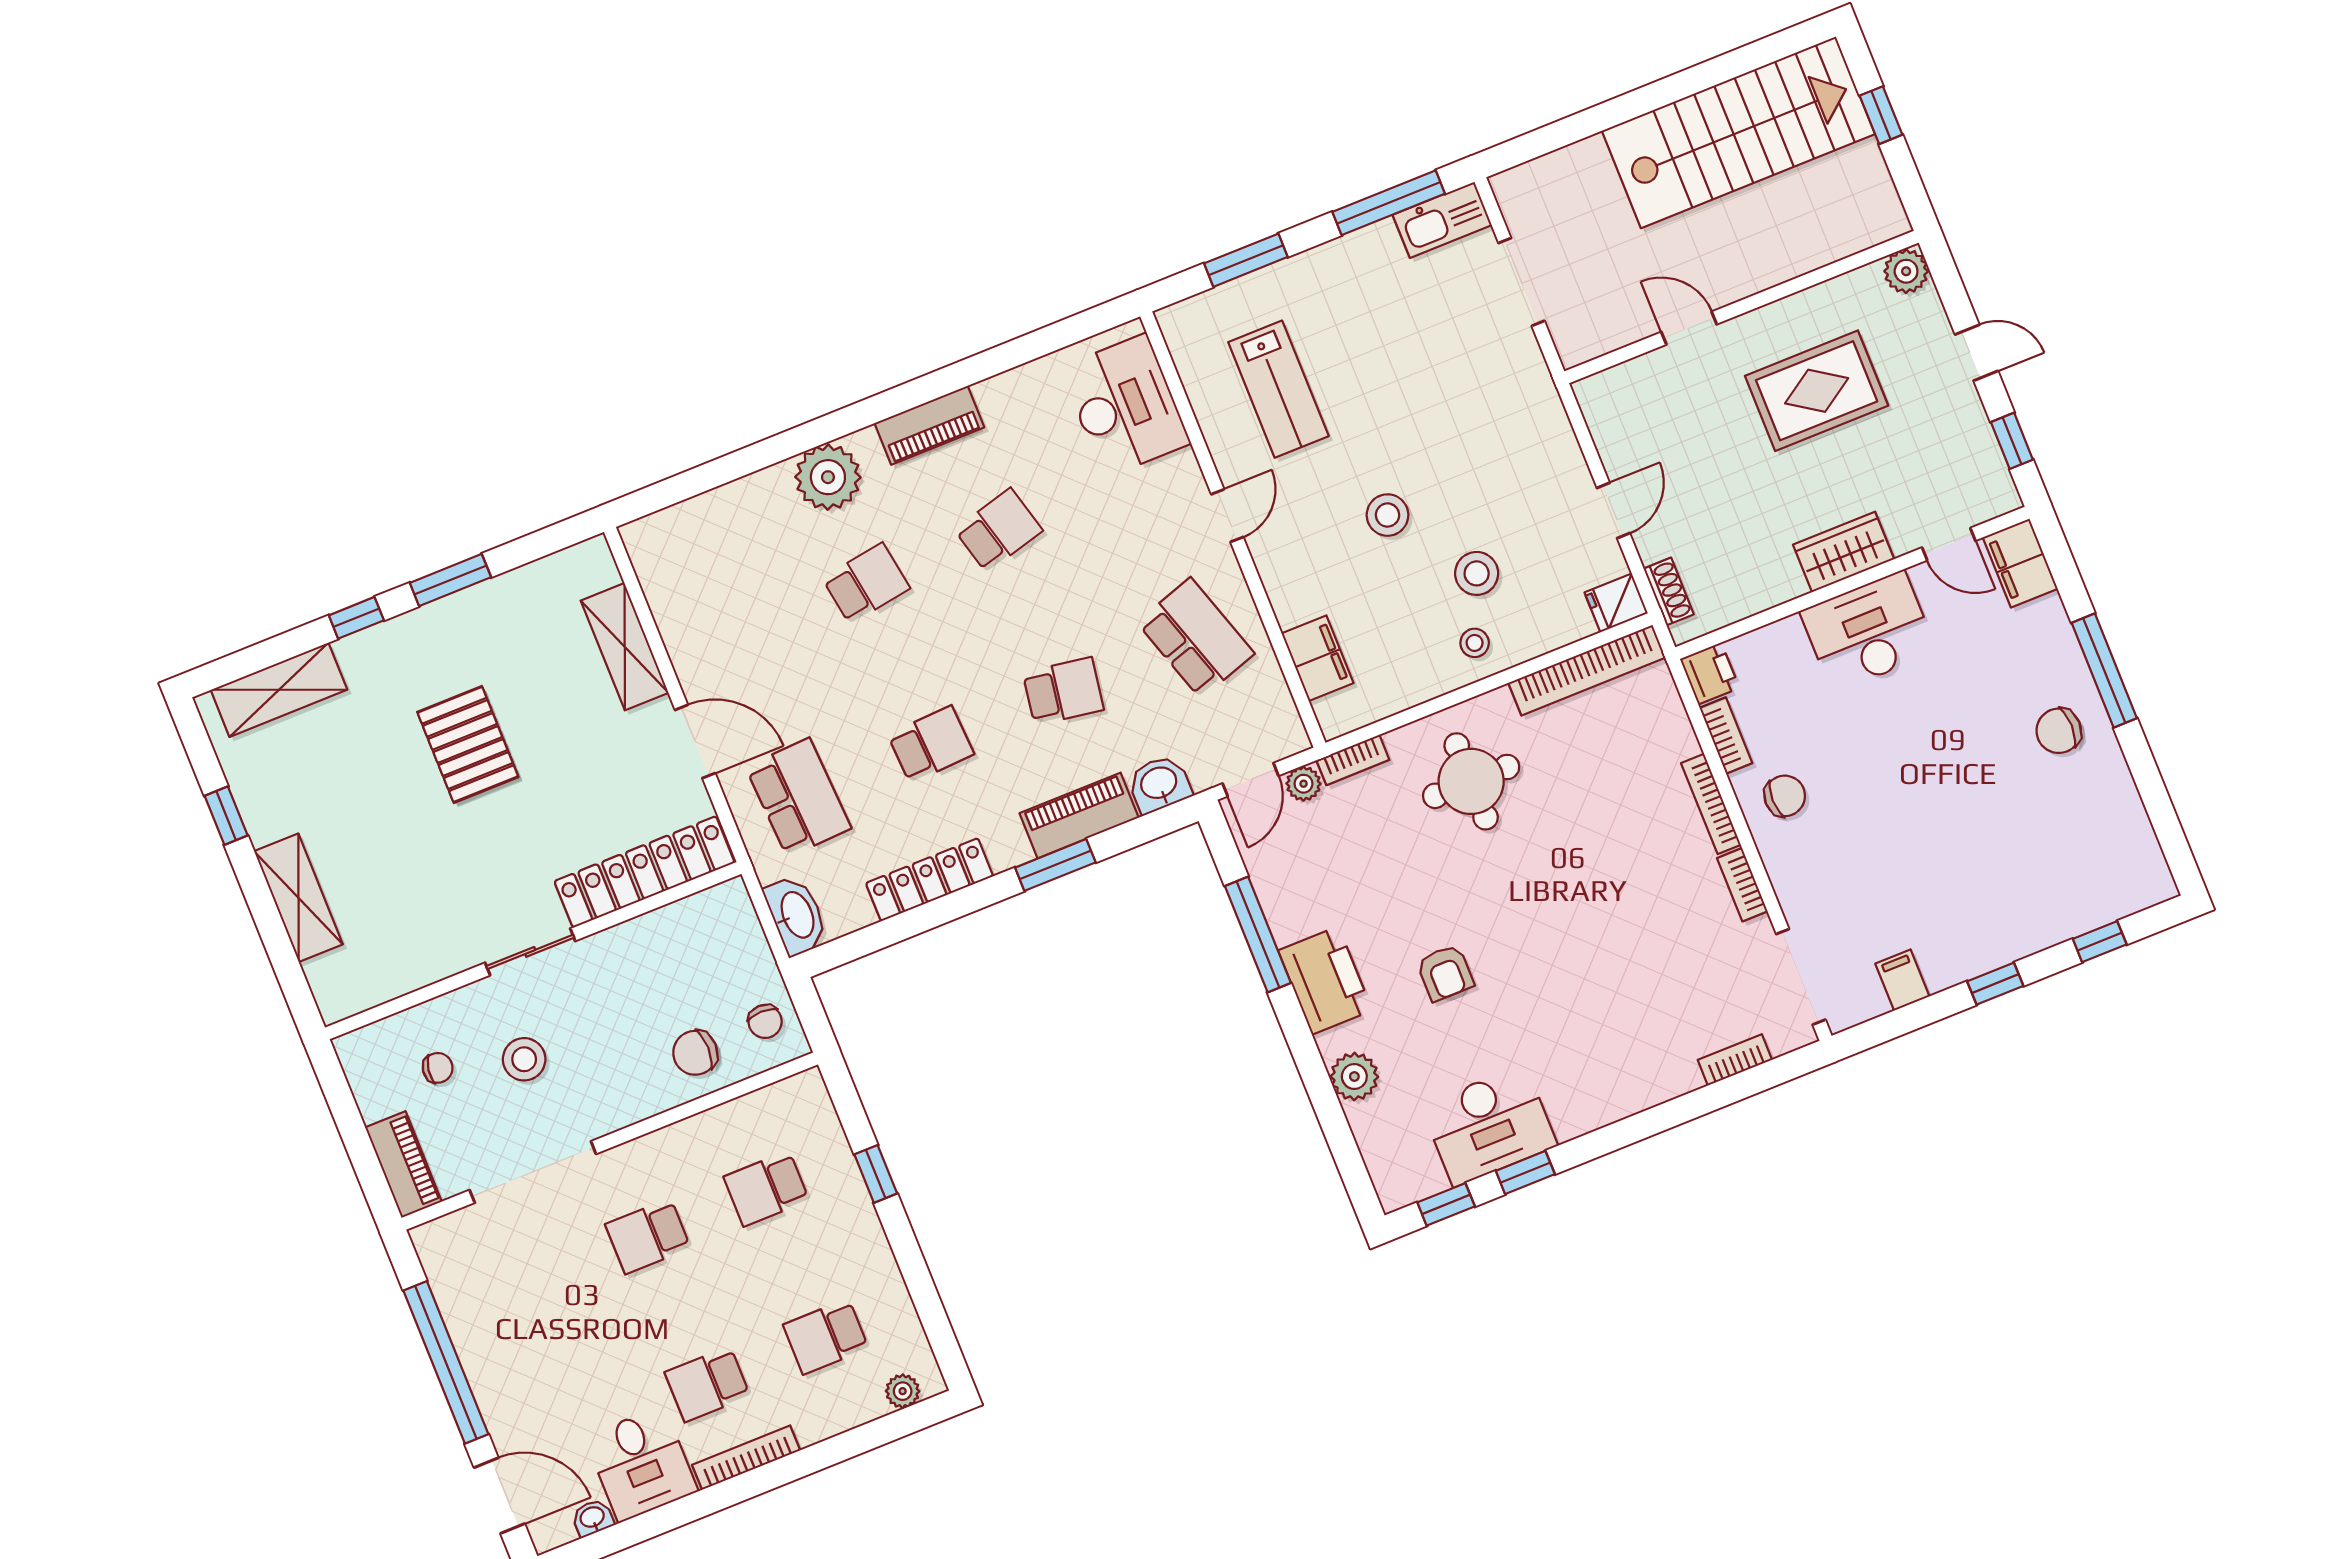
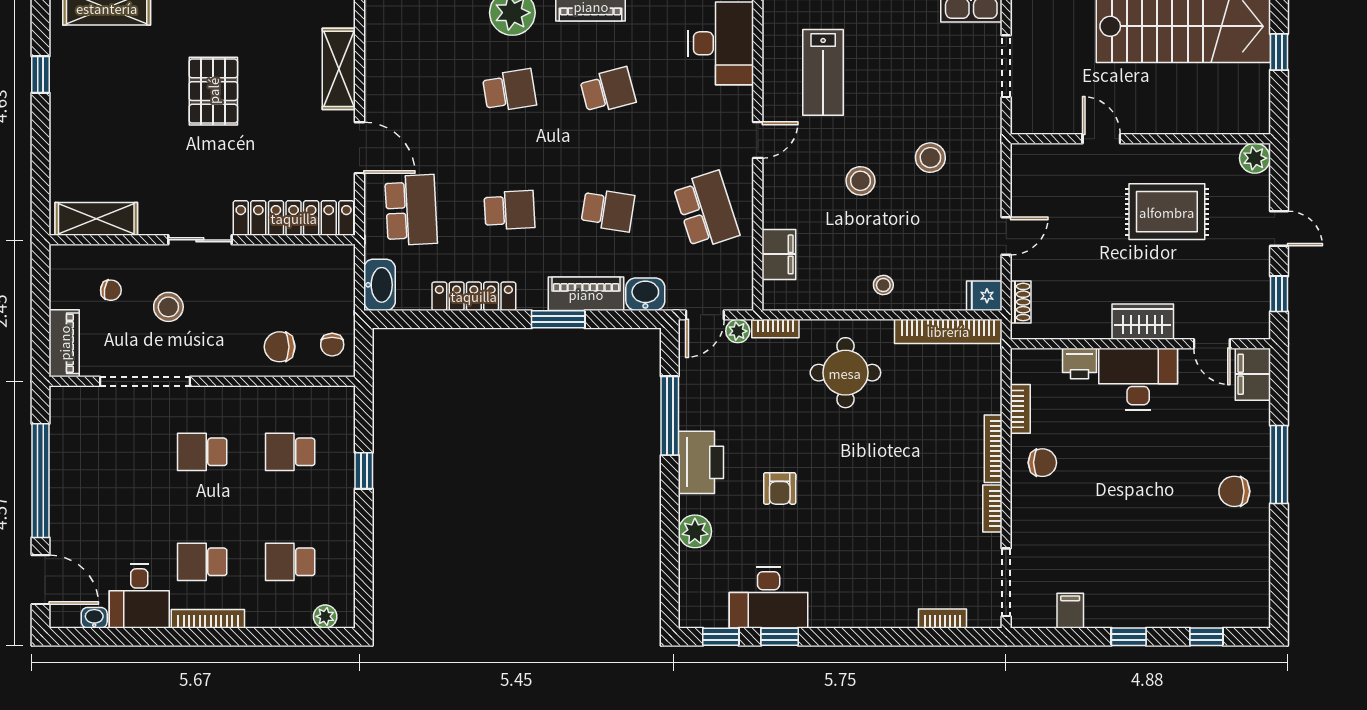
stool: (1477, 573) -> (930, 158), moved
printer: (1710, 674) -> (1080, 363), moved, turned 90
shelving: (298, 898) -> (96, 219), moved, turned 90

